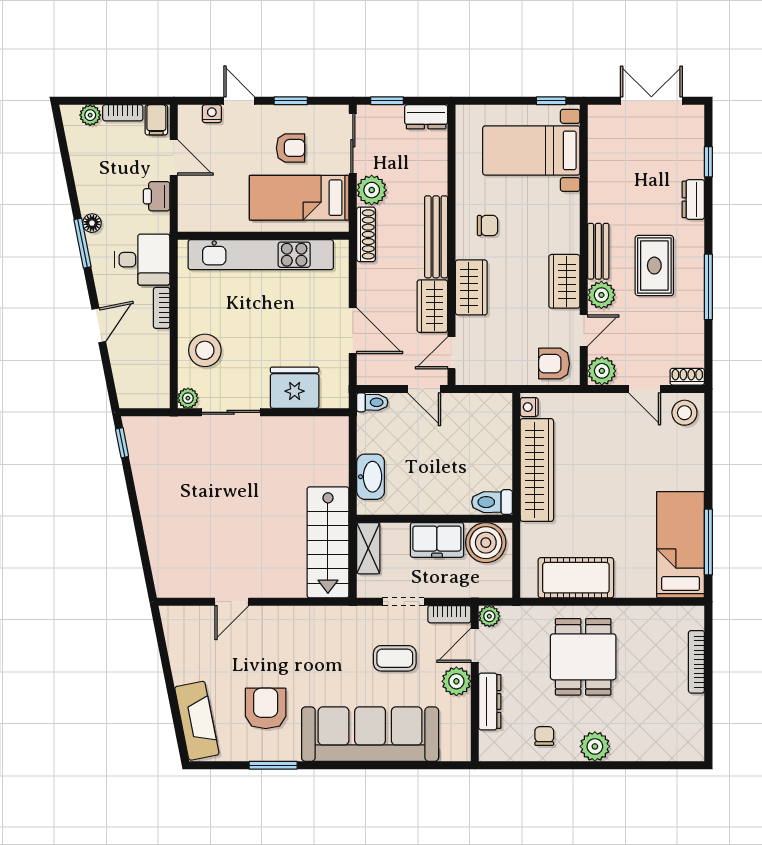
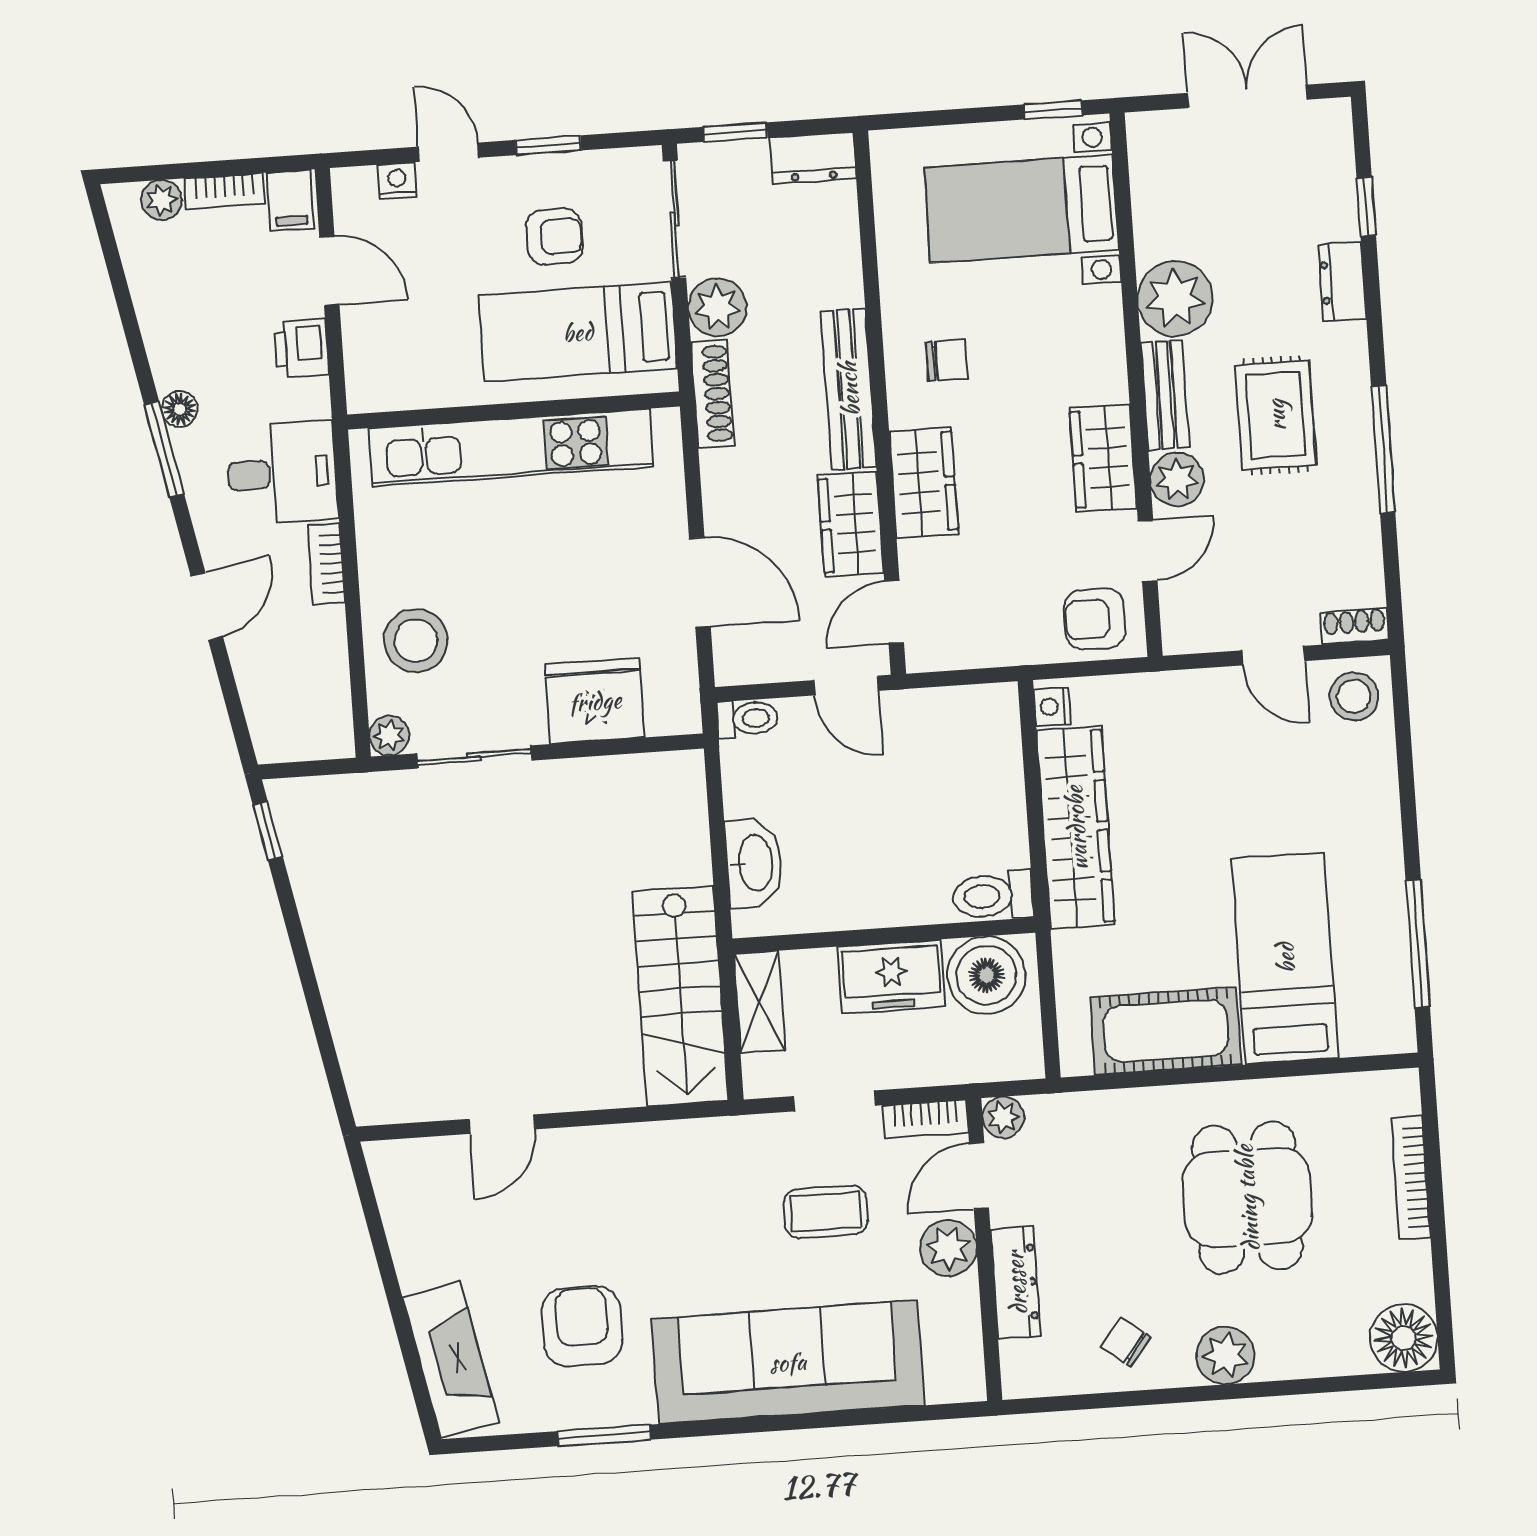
plant: (602, 371) -> (1175, 299), moved, width x1.36, depth x1.36
bed: (681, 545) -> (1285, 958), moved
dining table: (583, 657) -> (1247, 1198), moved
chair: (544, 736) -> (1126, 1342), turned -52
floor lamp: (687, 744) -> (1404, 1338), added

